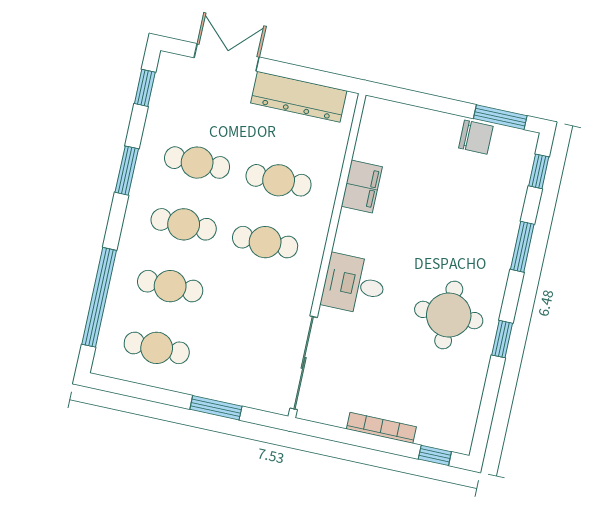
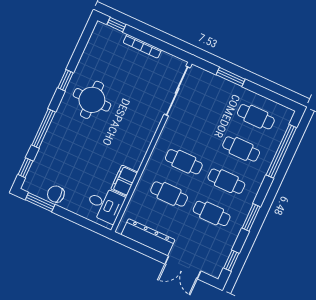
window: (522, 247) -> (44, 128), width x1.44
desk: (354, 284) -> (105, 205), moved

